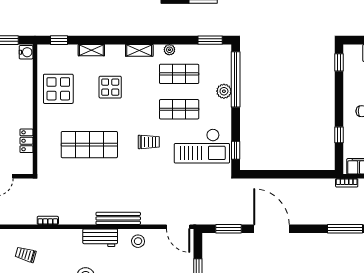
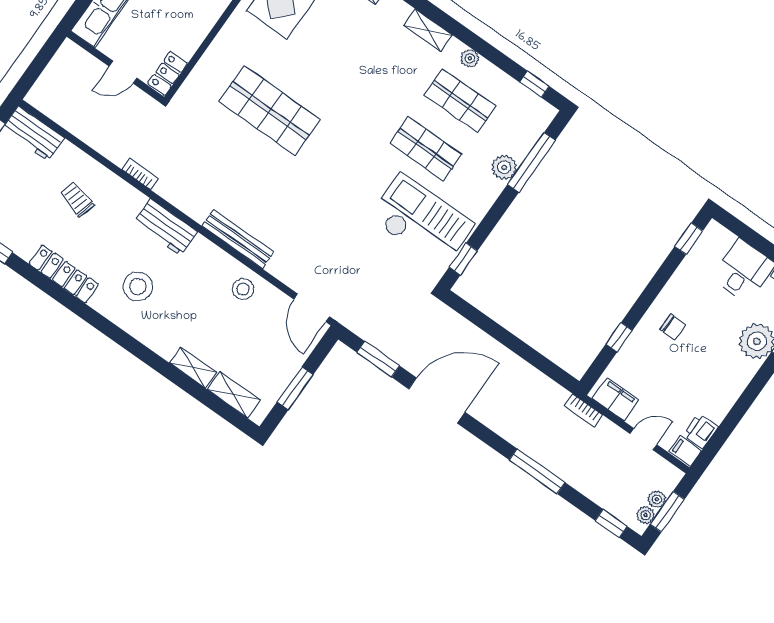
window: (210, 40) -> (534, 84), width x0.67
window: (236, 79) -> (531, 162), width x0.68
display table: (110, 87) -> (353, 52), removed
locker: (27, 141) -> (168, 73), moved
trolley: (149, 142) -> (353, 164), removed
checkout: (202, 146) -> (422, 221), turned 180
door: (271, 229) -> (437, 400), hinge flipped
workbench: (100, 238) -> (166, 227), moved

